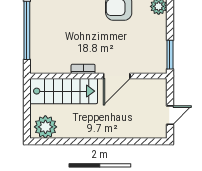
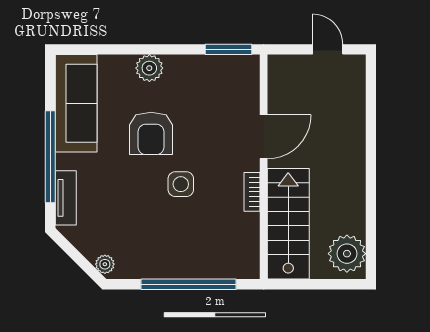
side table: (88, 26) -> (181, 184), added
door: (117, 76) -> (264, 137), hinge flipped

